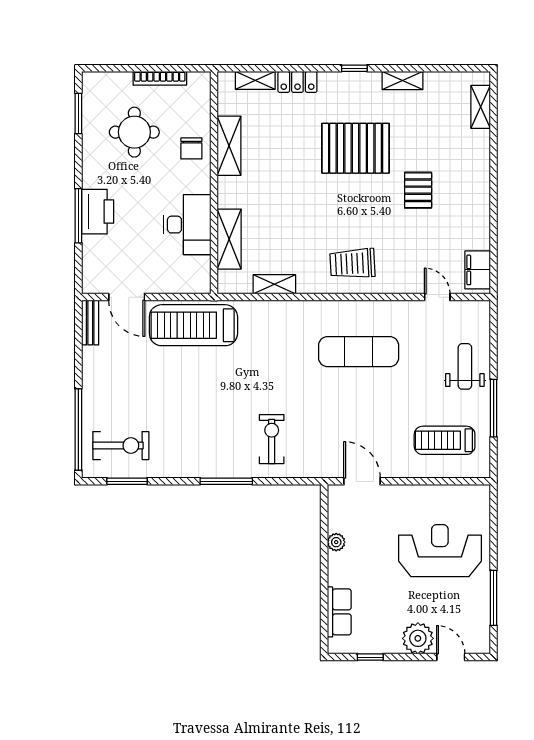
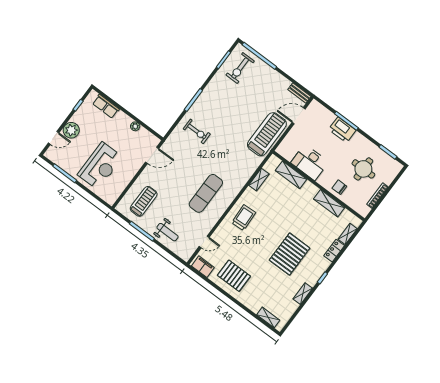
pallet: (418, 190) -> (234, 276), moved, width x1.50, depth x1.42

